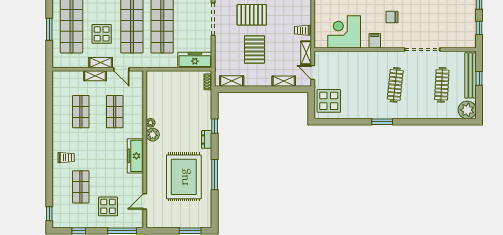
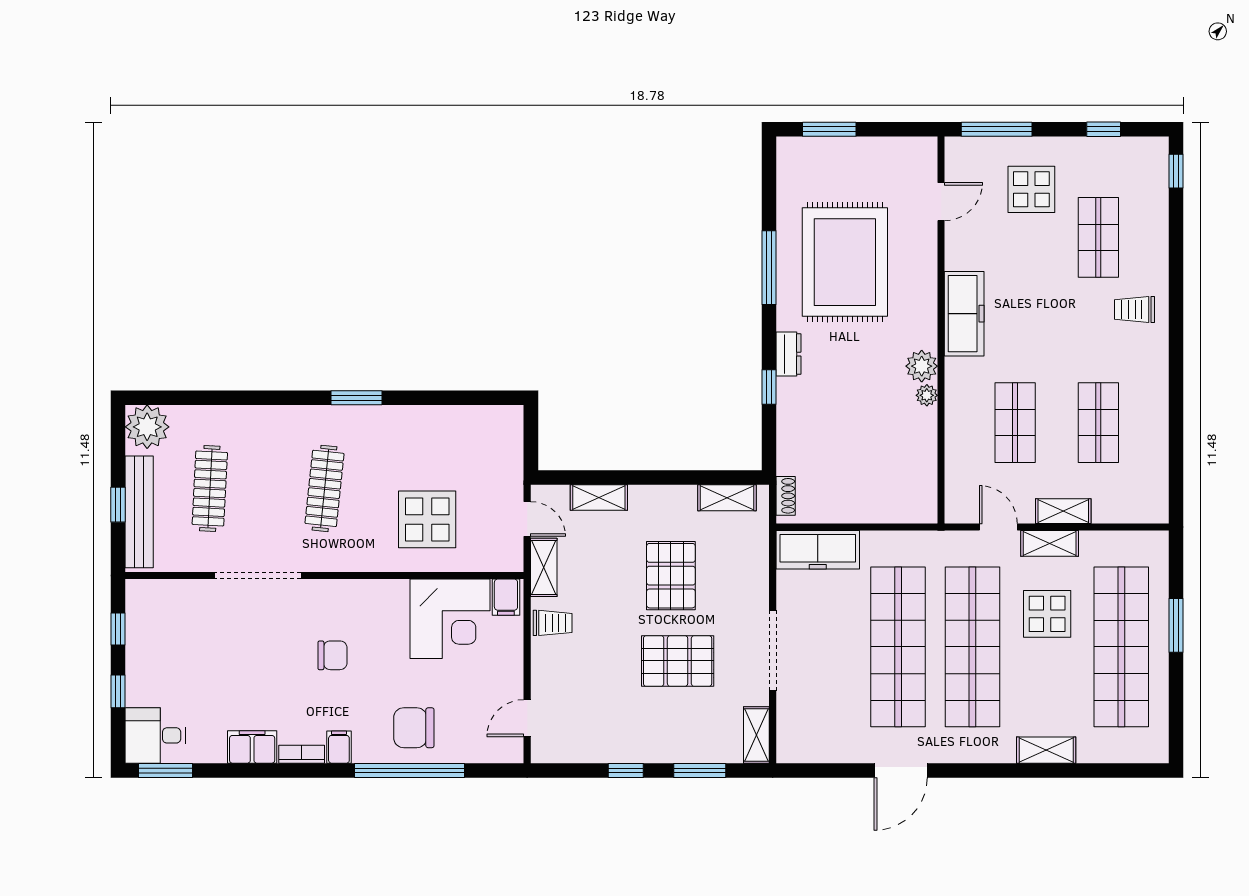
filing cabinet: (375, 41) -> (506, 597), moved
display table: (329, 101) -> (427, 519), moved

